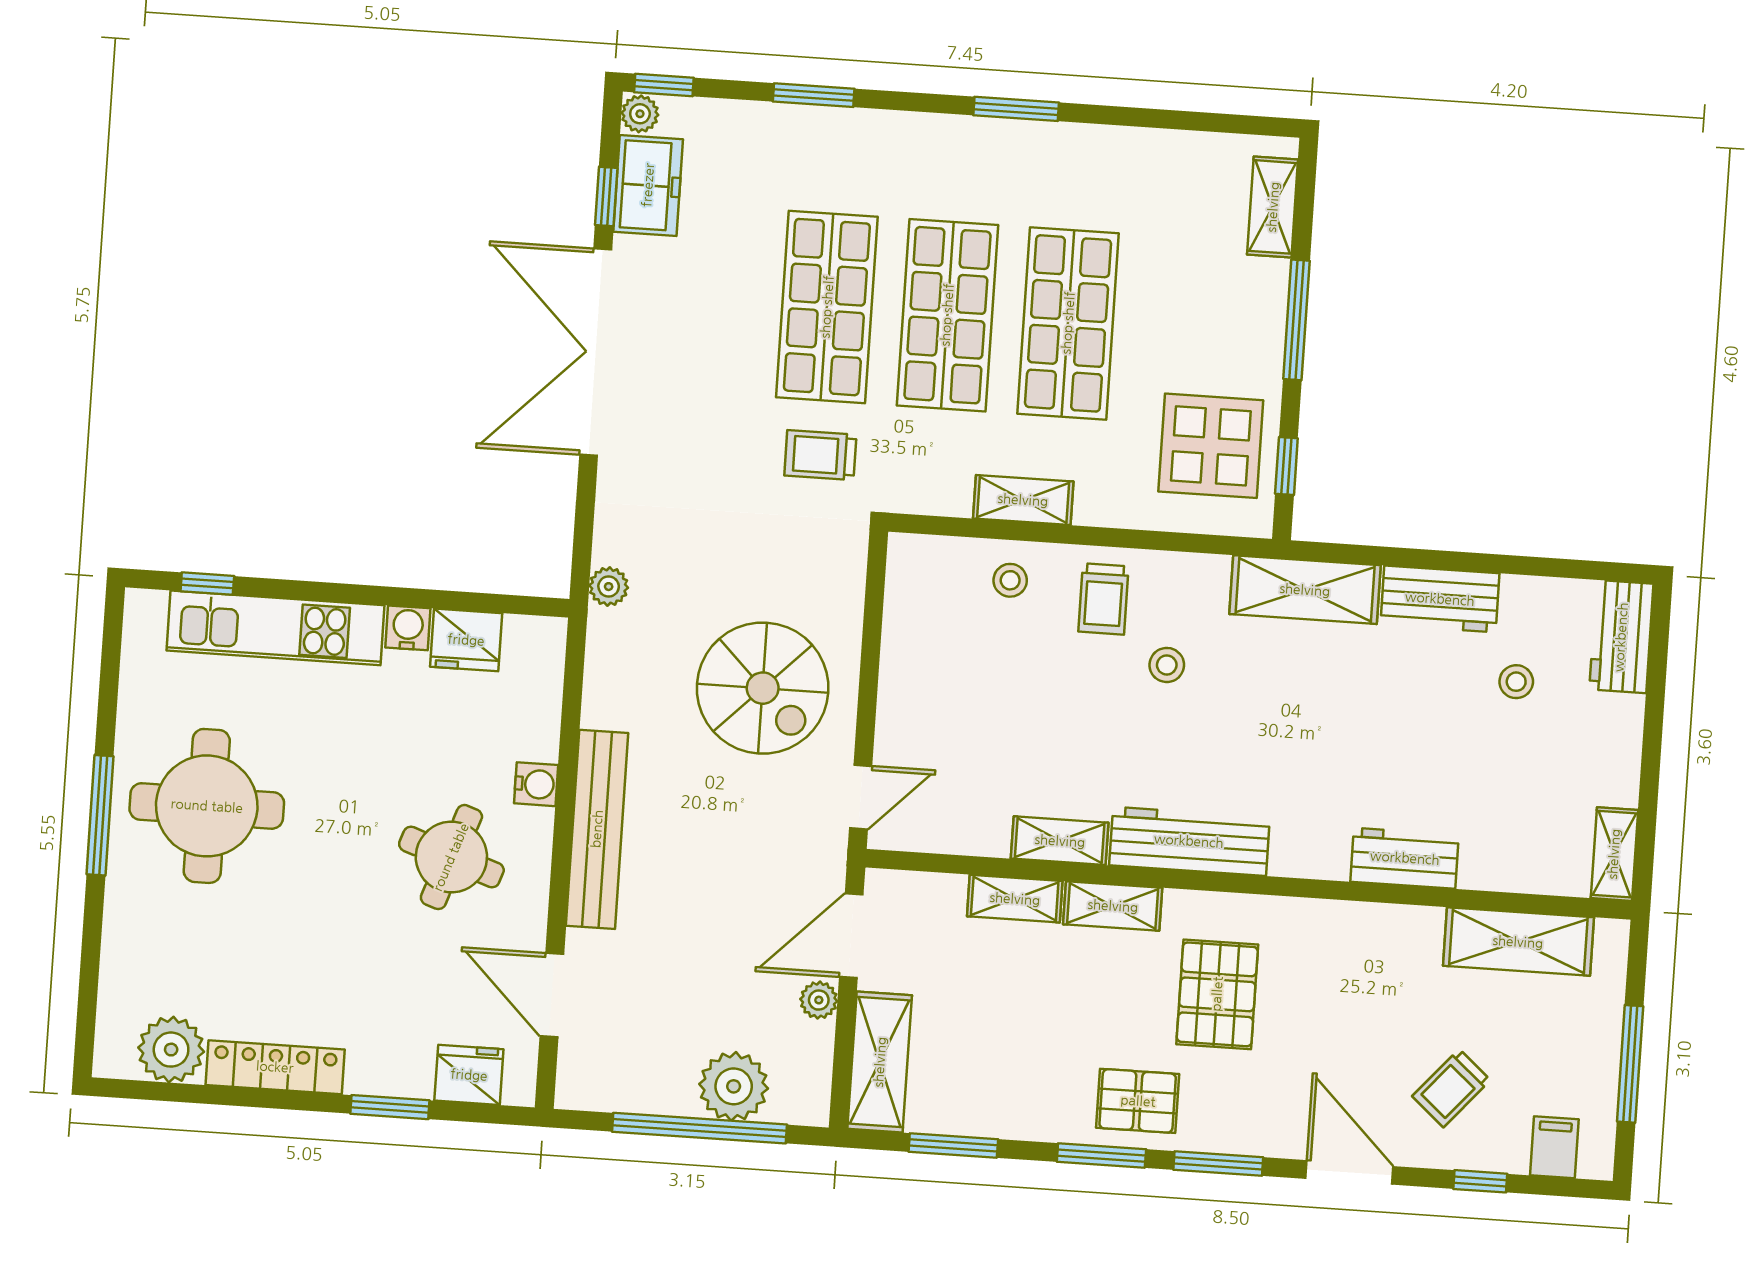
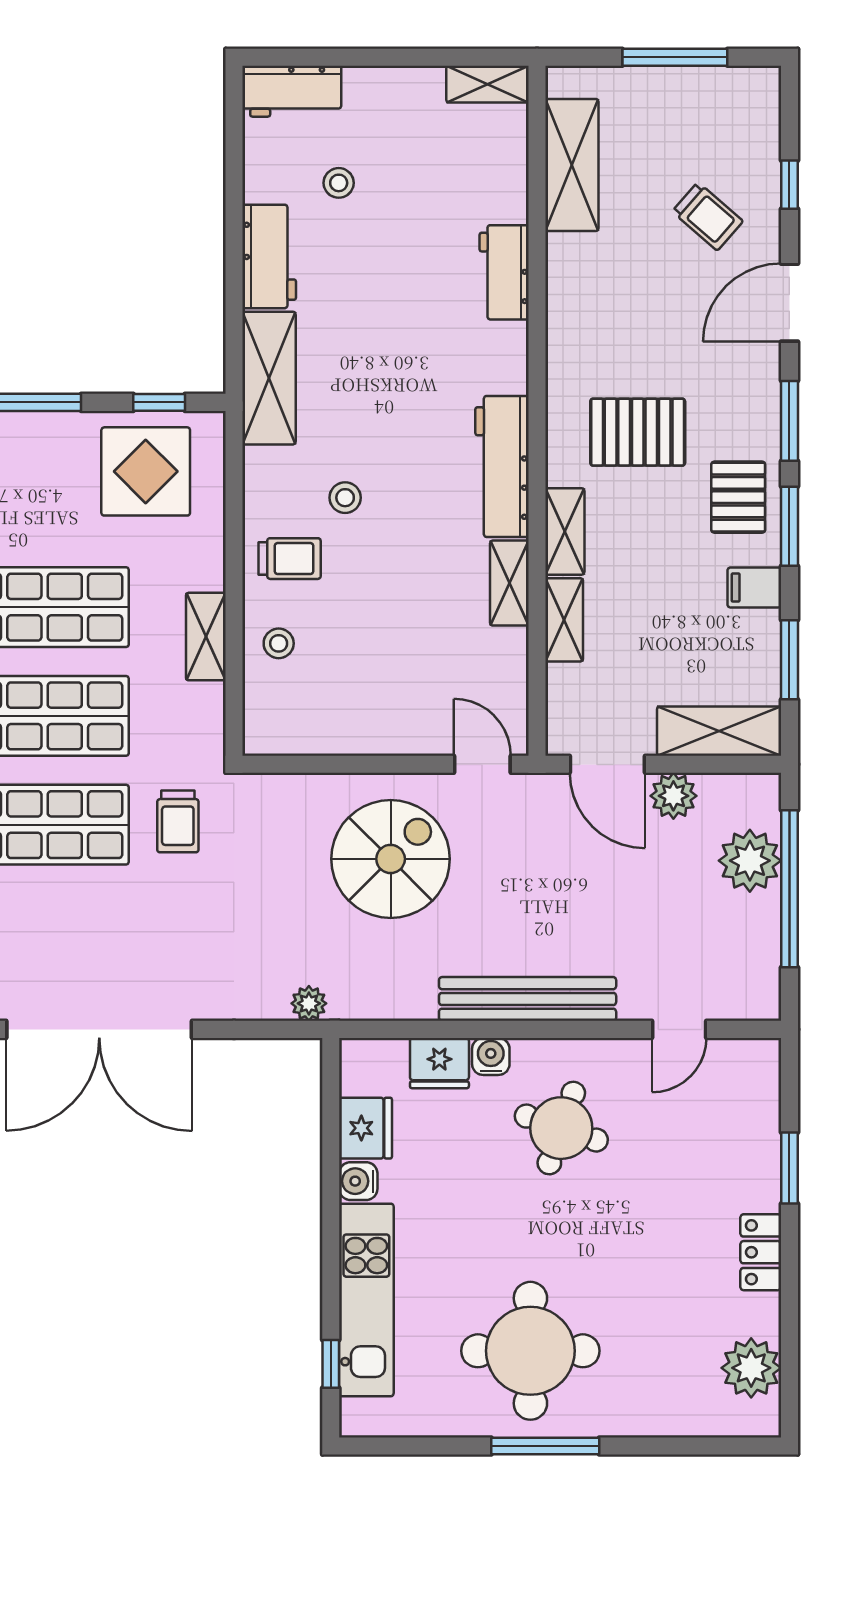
door: (552, 995) -> (679, 1029), width x0.73
plant: (819, 1000) -> (673, 796), width x1.38, depth x1.38
locker: (275, 1067) -> (761, 1252), width x0.66
fridge: (469, 1075) -> (439, 1063), moved, turned -90
filing cabinet: (1554, 1147) -> (754, 587), moved

